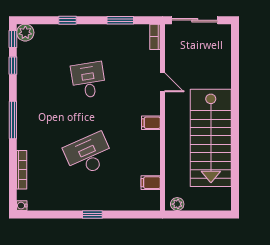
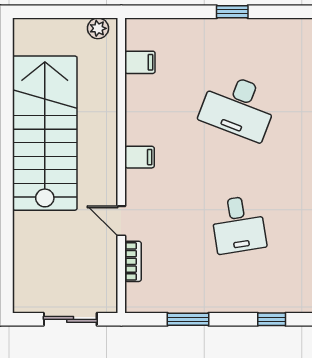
sliding door: (195, 20) -> (70, 319), width x0.73
bookcase: (155, 37) -> (133, 261), moved
desk: (88, 155) -> (238, 107), turned 45

